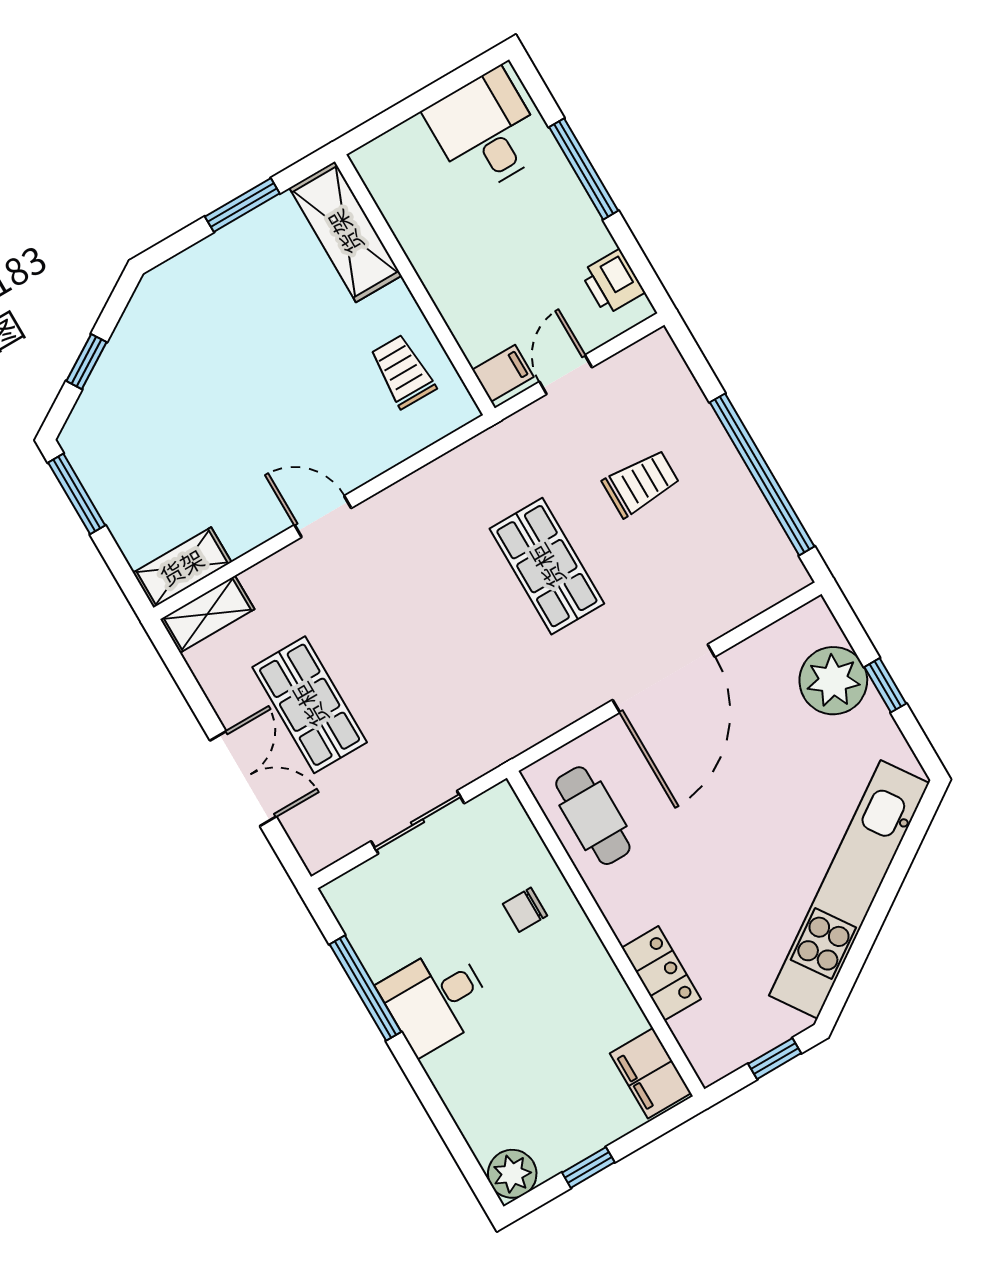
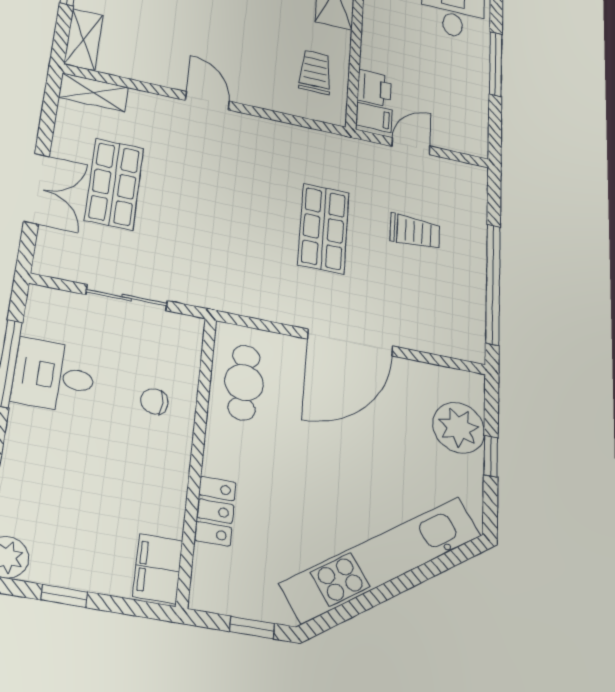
printer: (613, 282) -> (374, 88), moved, turned 180
shelving: (182, 567) -> (84, 39), moved, turned 90
desk: (436, 999) -> (54, 376), moved

